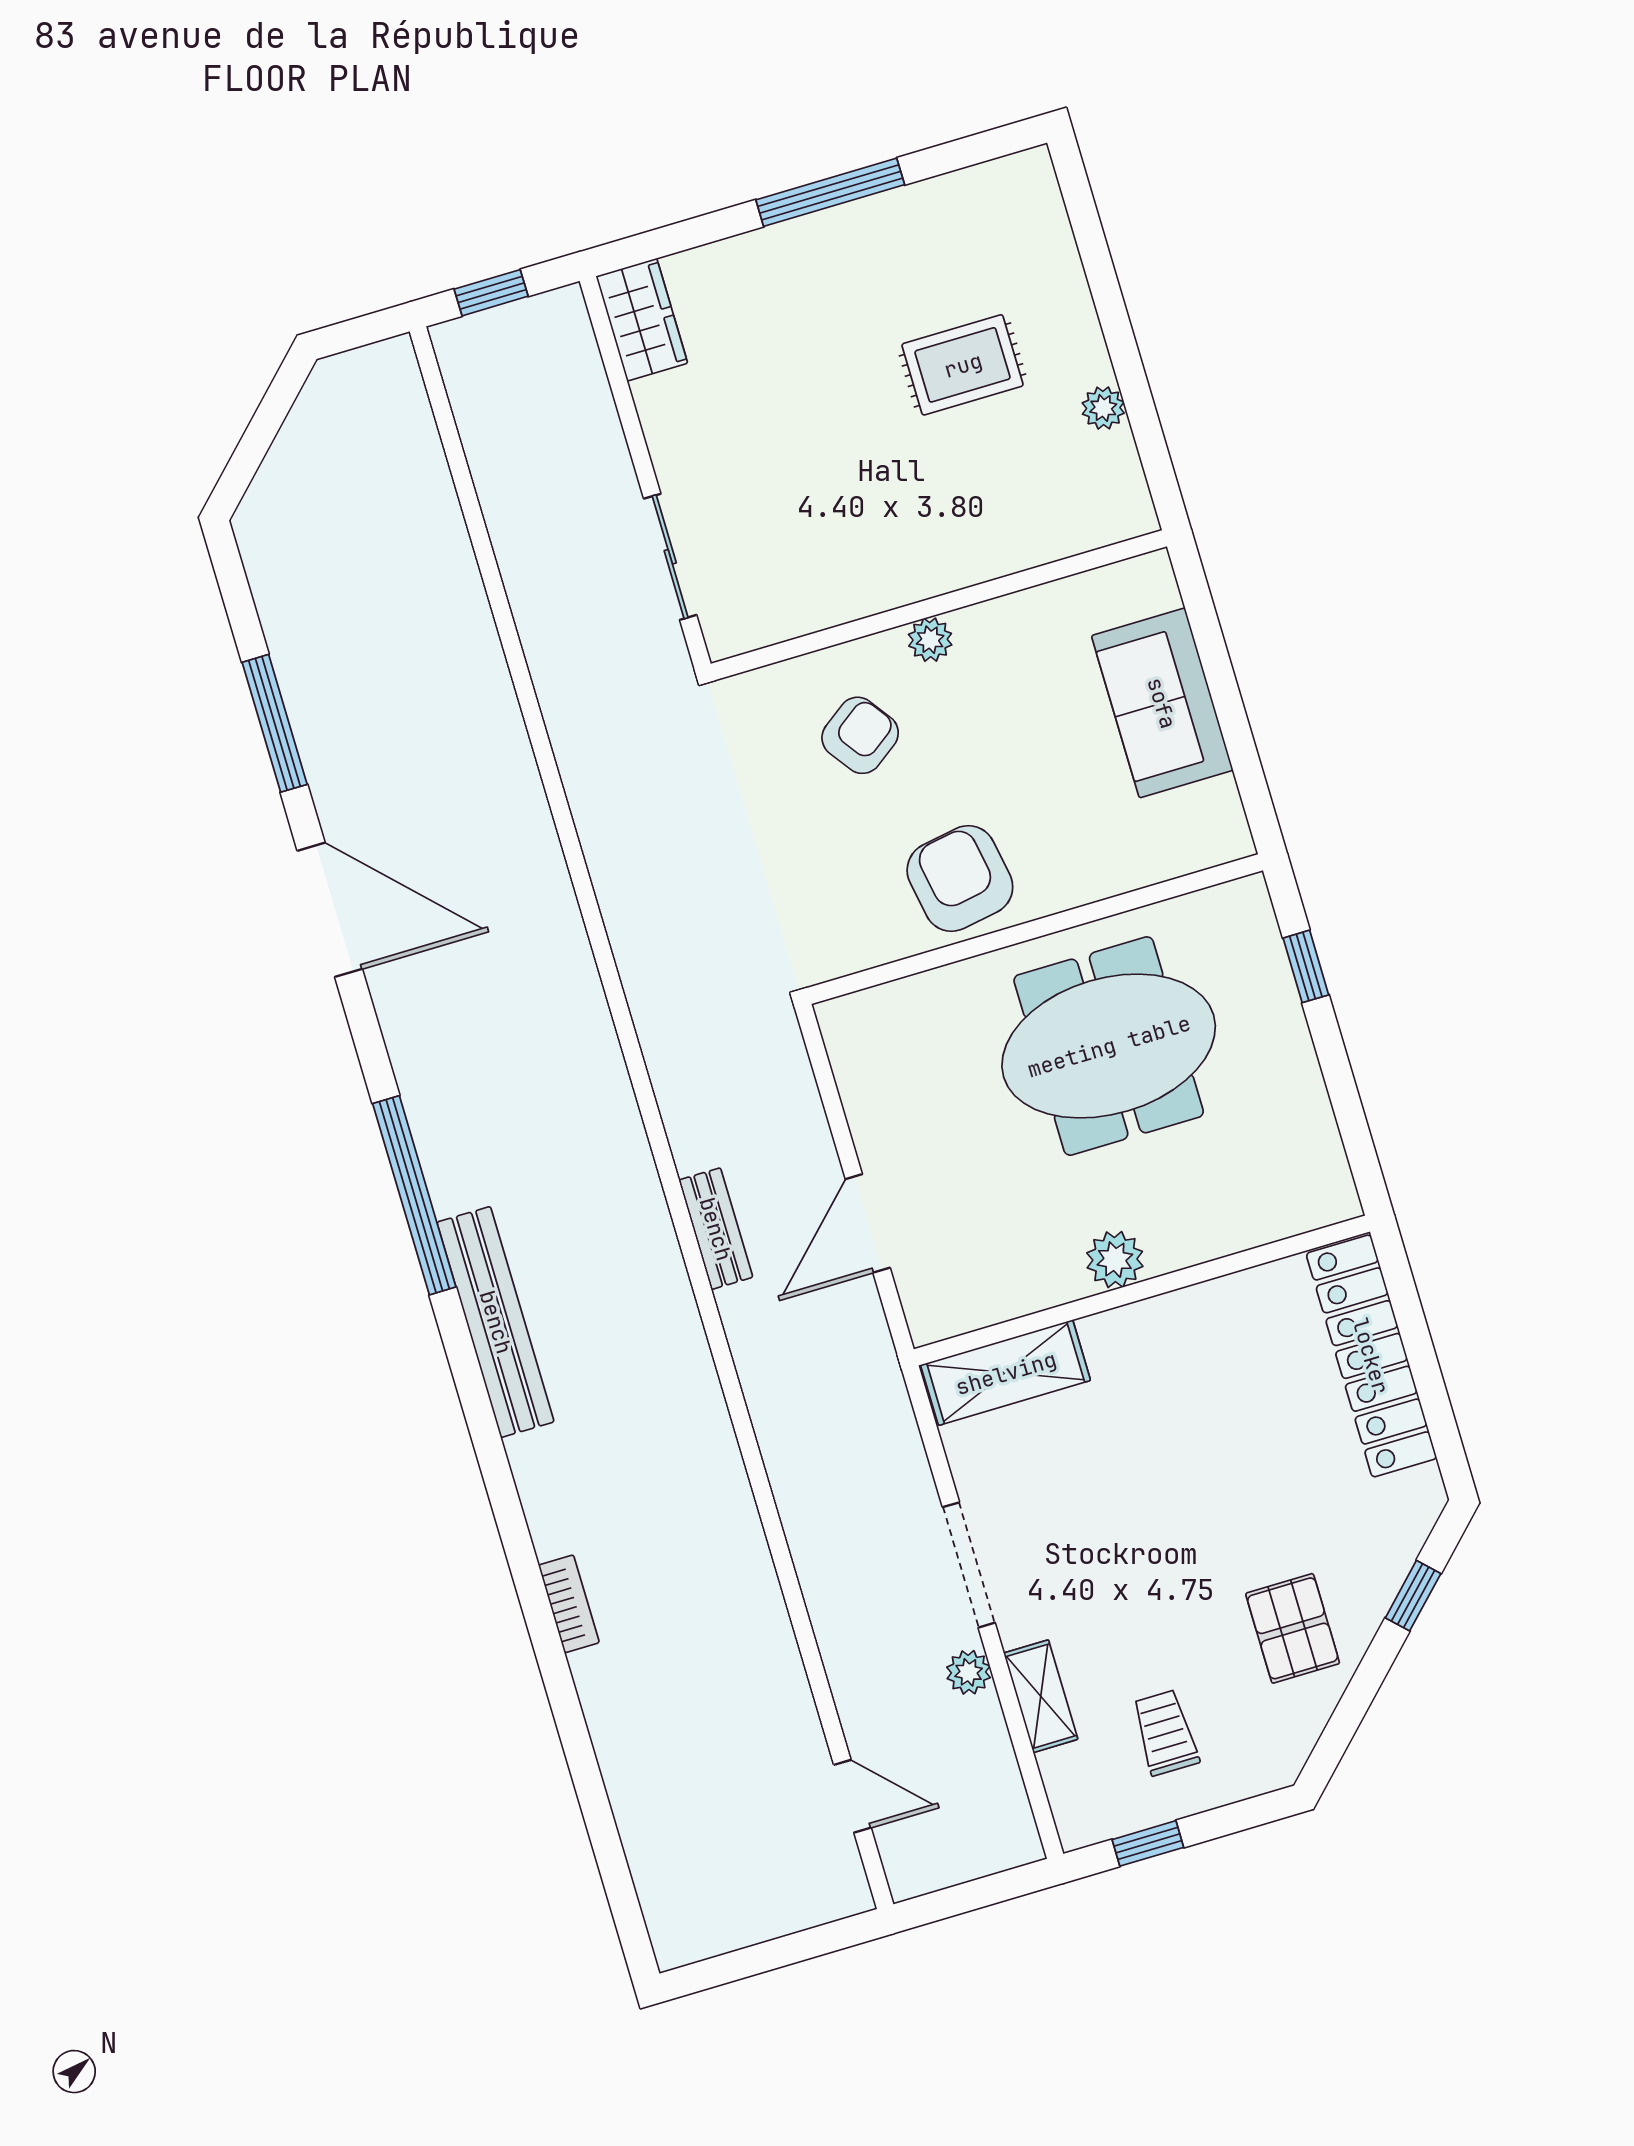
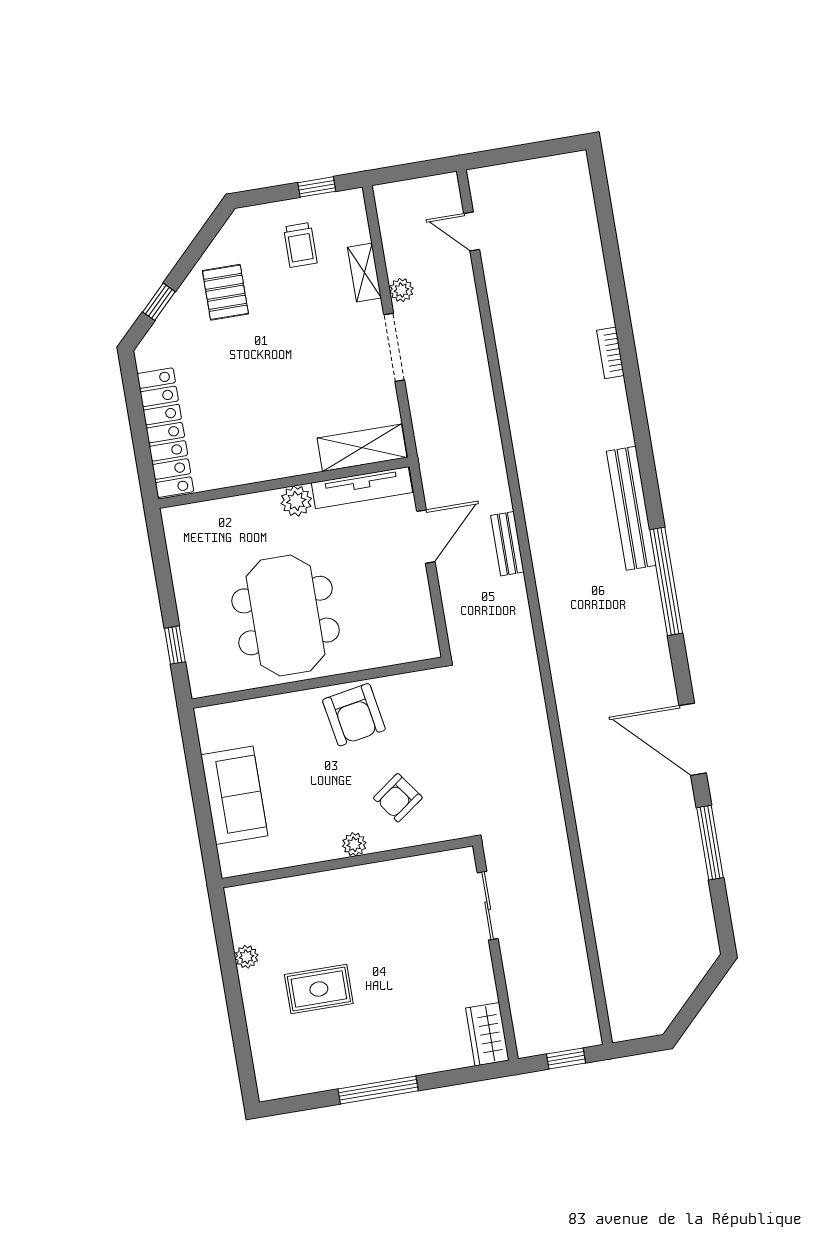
meeting table: (1109, 1046) -> (285, 616), turned 90
tv unit: (997, 1299) -> (362, 488), added

